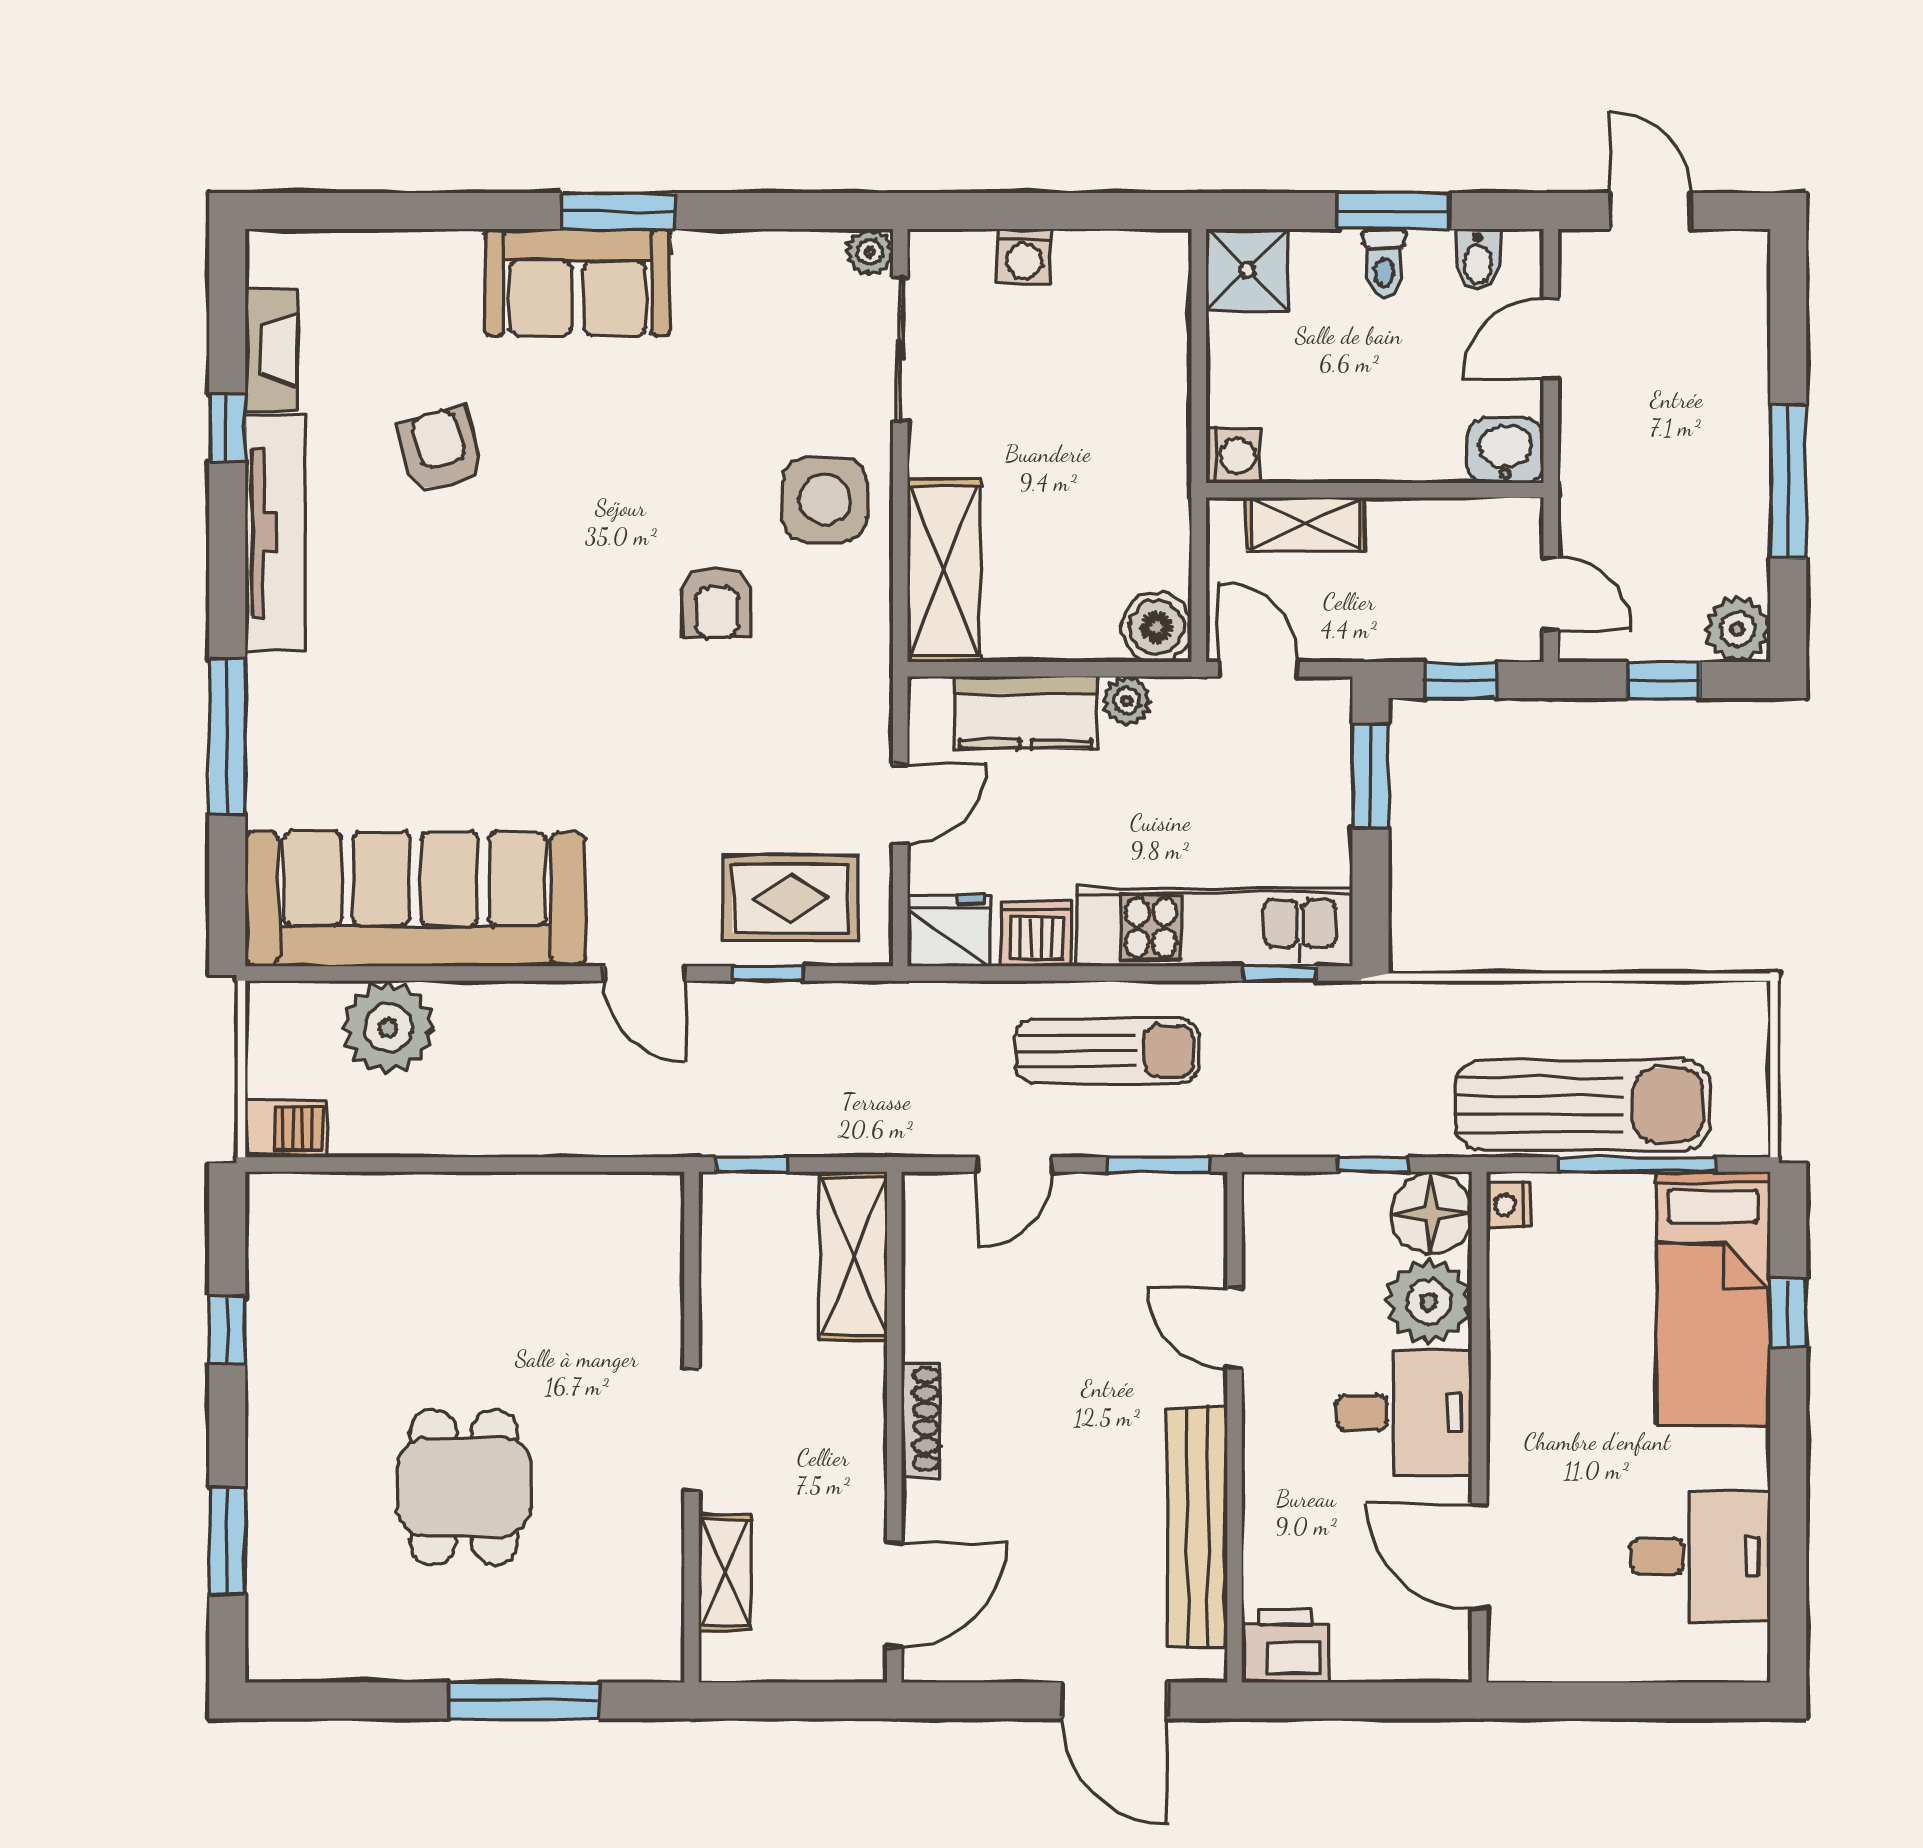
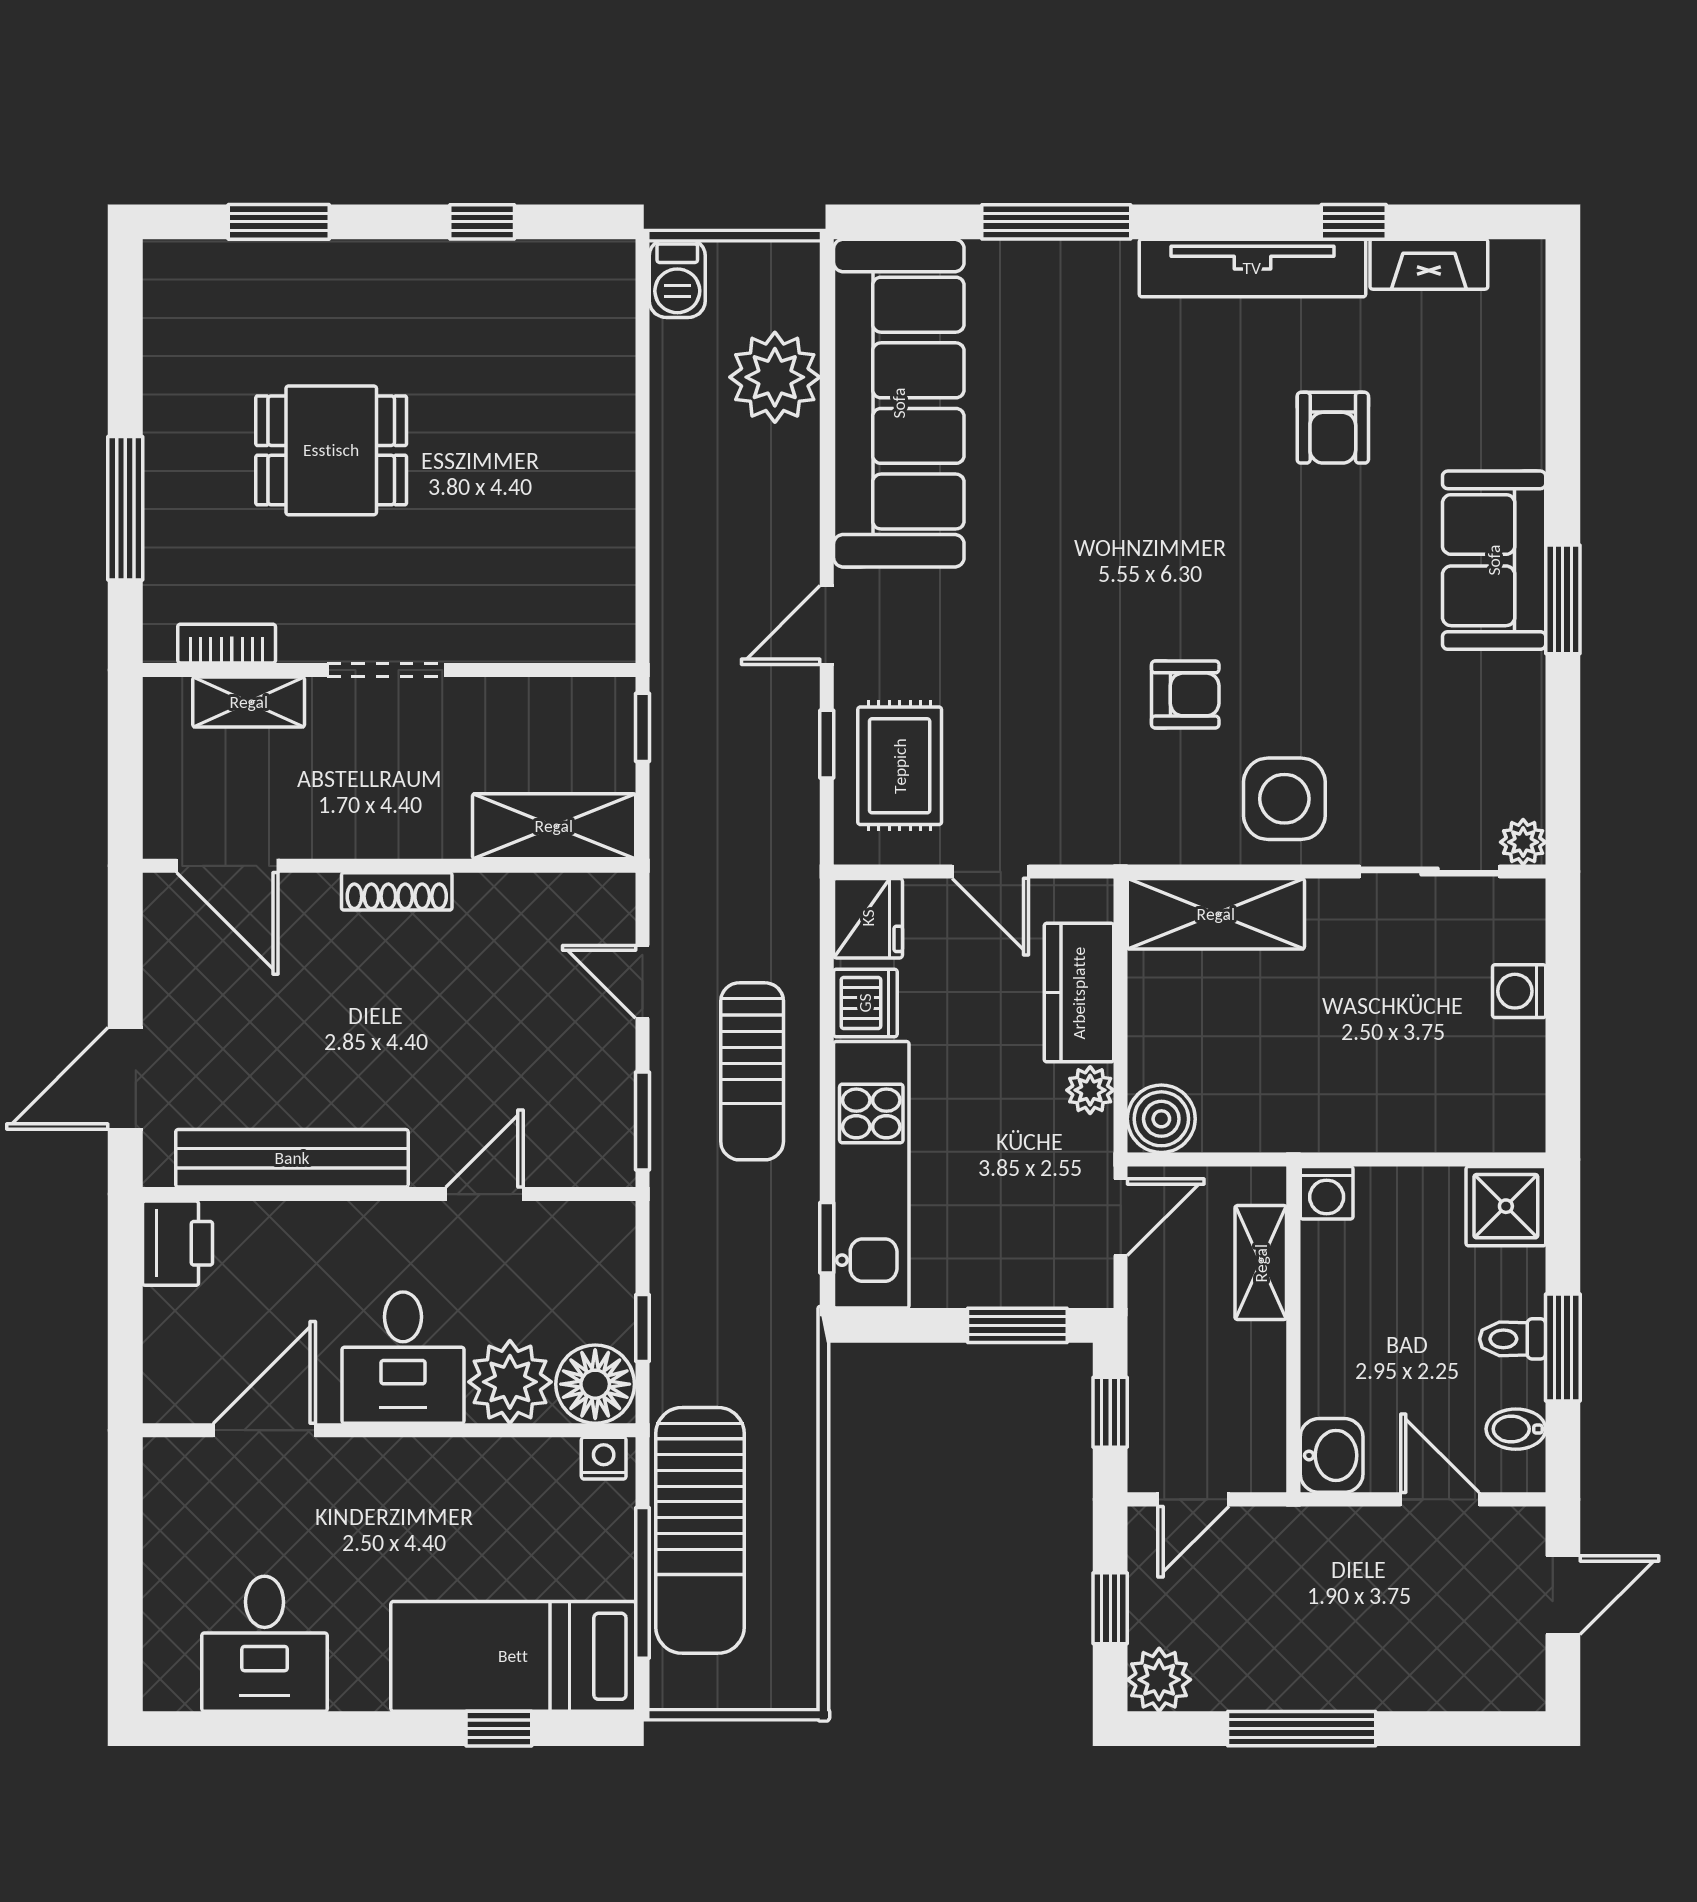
armchair: (440, 449) -> (1333, 428), turned 106
armchair: (717, 602) -> (1185, 694), turned 180
bookcase: (664, 1595) -> (227, 644), added

